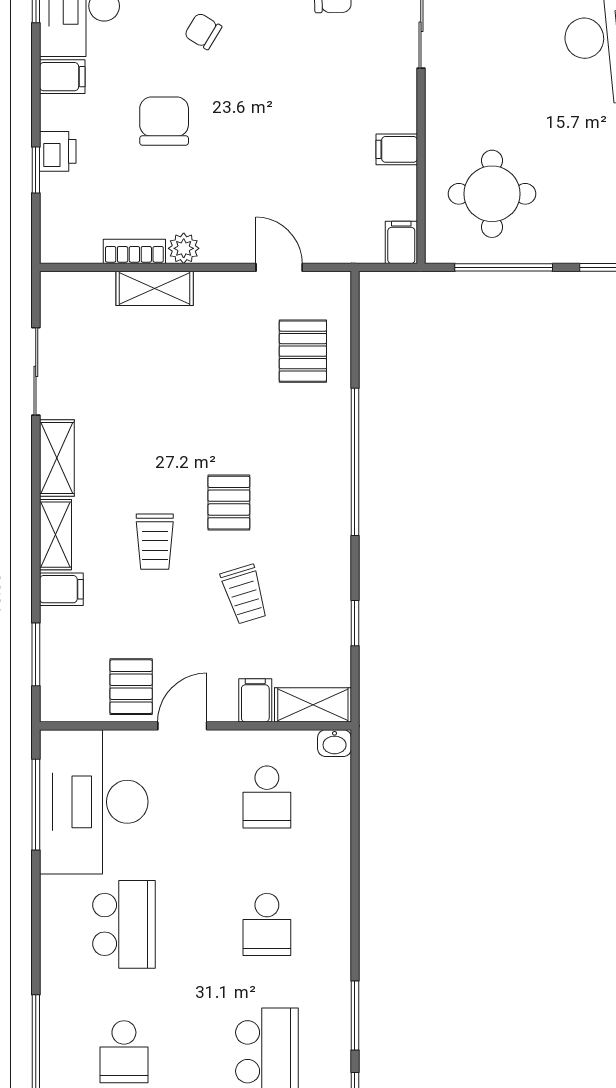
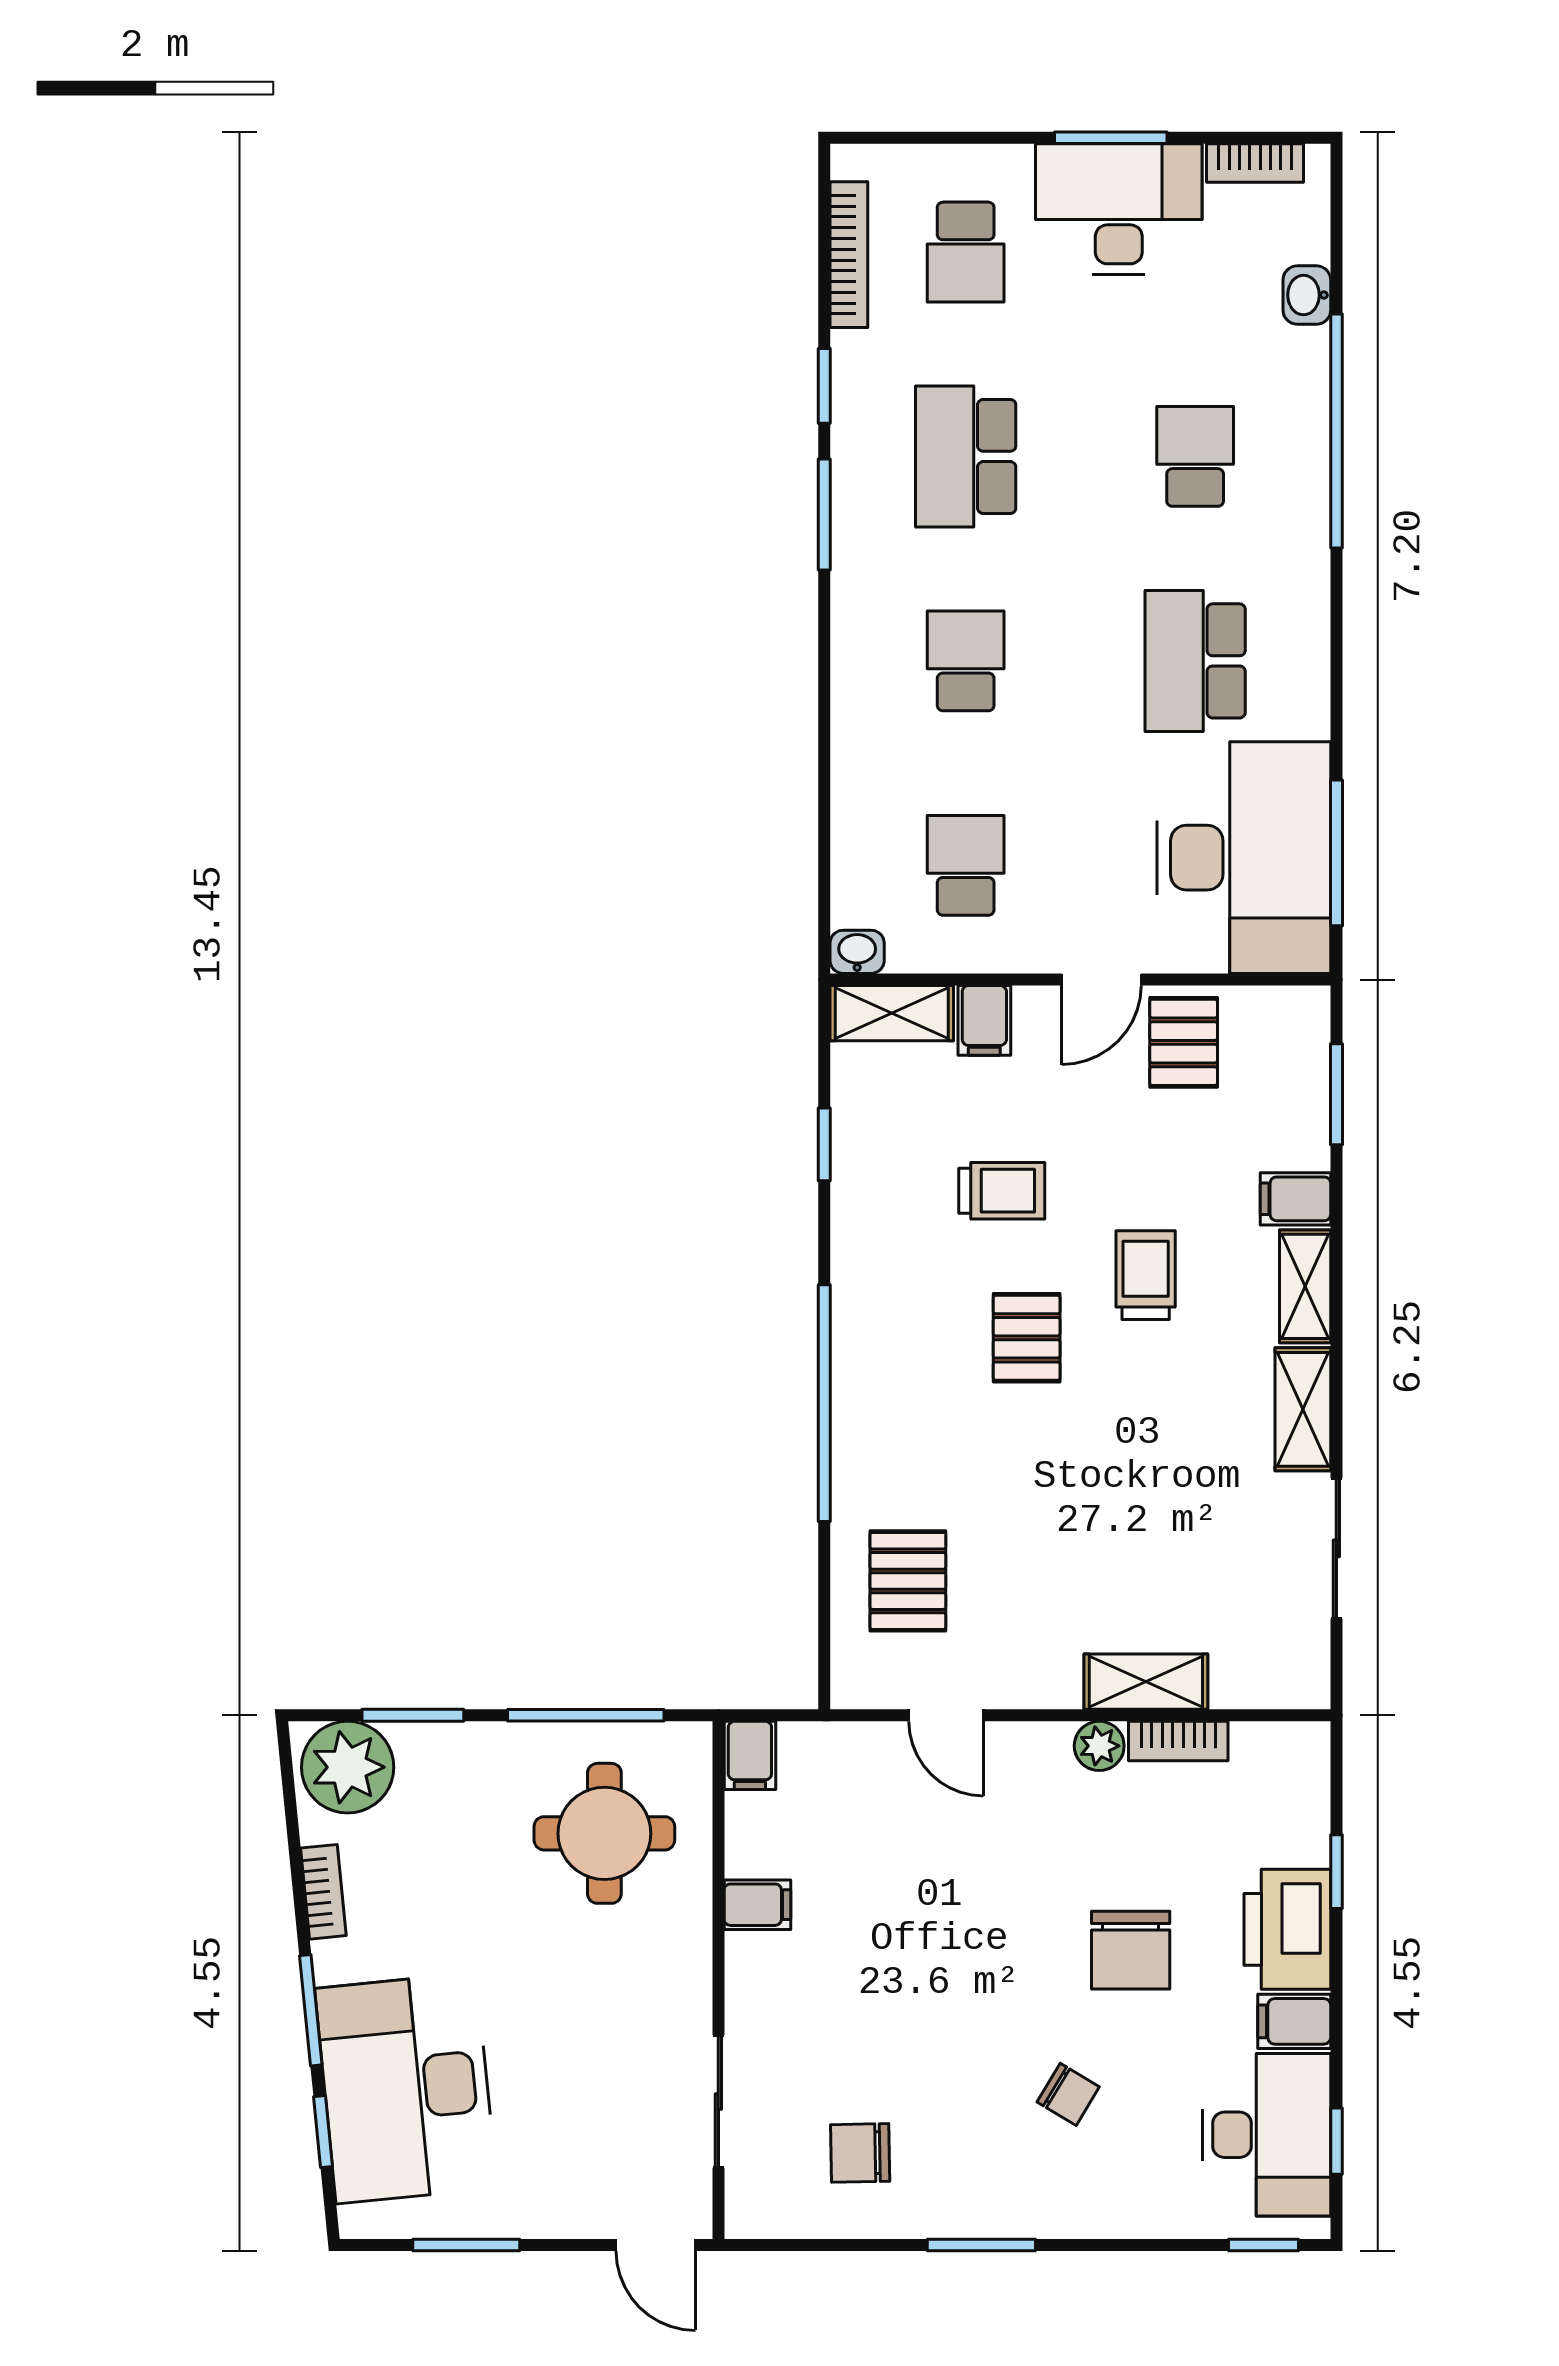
printer: (58, 151) -> (1287, 1929), width x1.87, depth x1.48
trolley: (244, 594) -> (1002, 1191), turned 107

